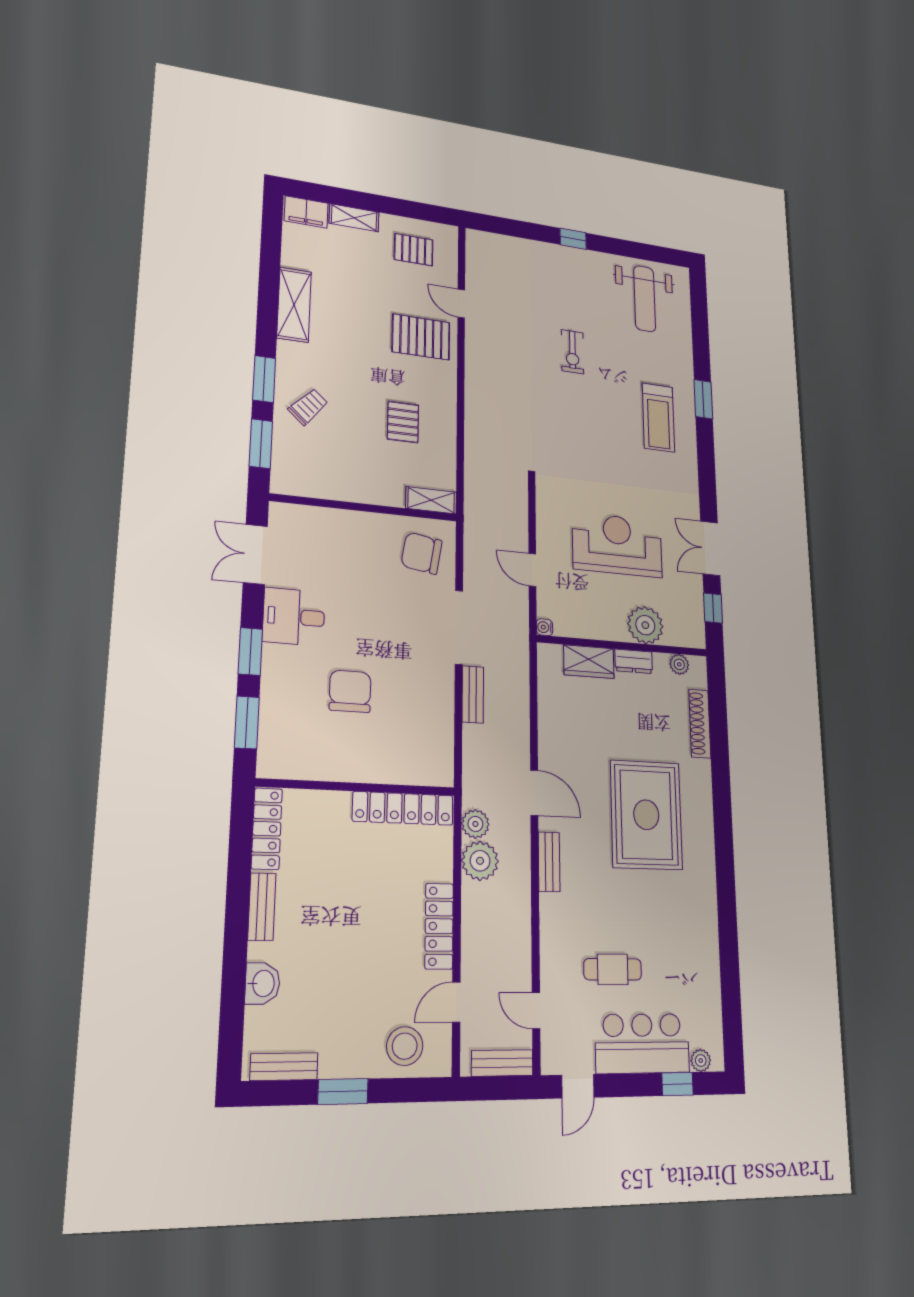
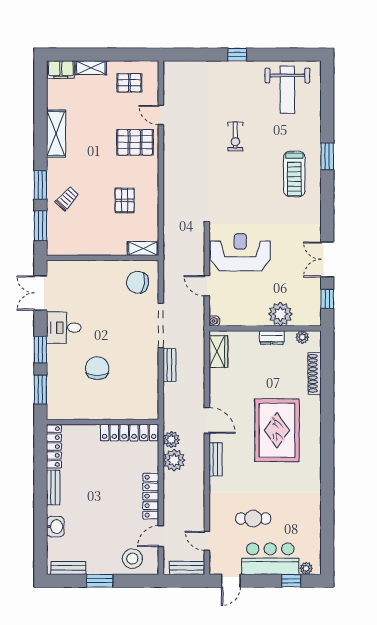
reception desk: (617, 545) -> (240, 252), moved
wardrobe: (589, 662) -> (218, 352), moved, turned -90

